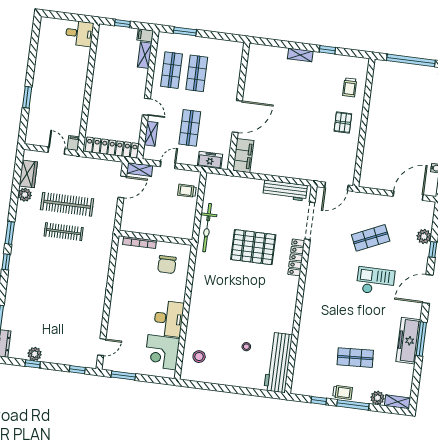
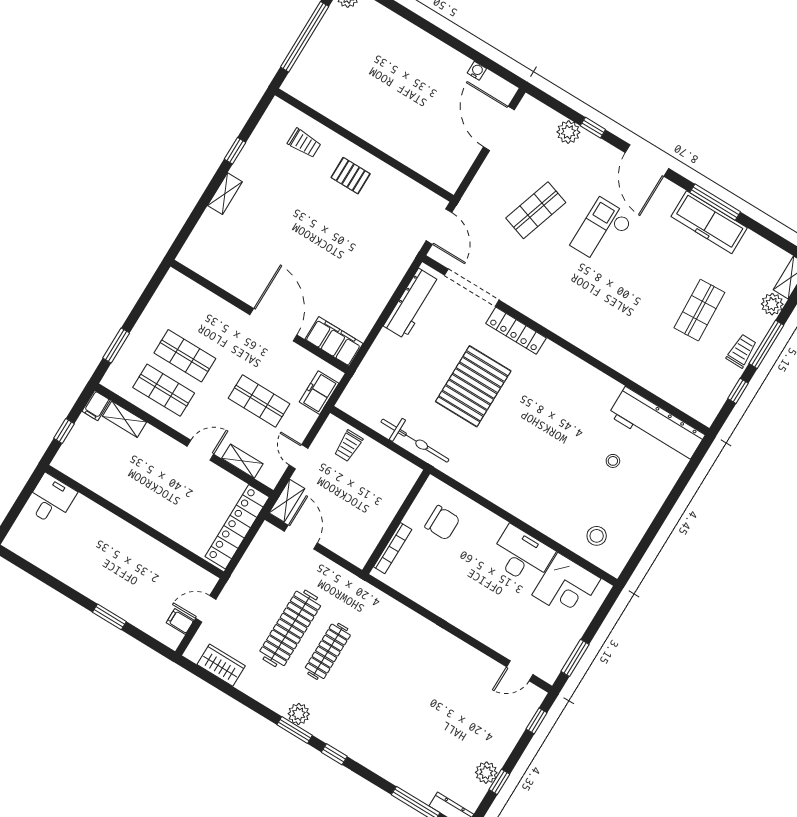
filing cabinet: (73, 143) -> (180, 621), moved
plant: (25, 195) -> (299, 714), moved
shop shelf: (371, 238) -> (536, 210), turned 42
door: (102, 347) -> (520, 671), swing flipped

